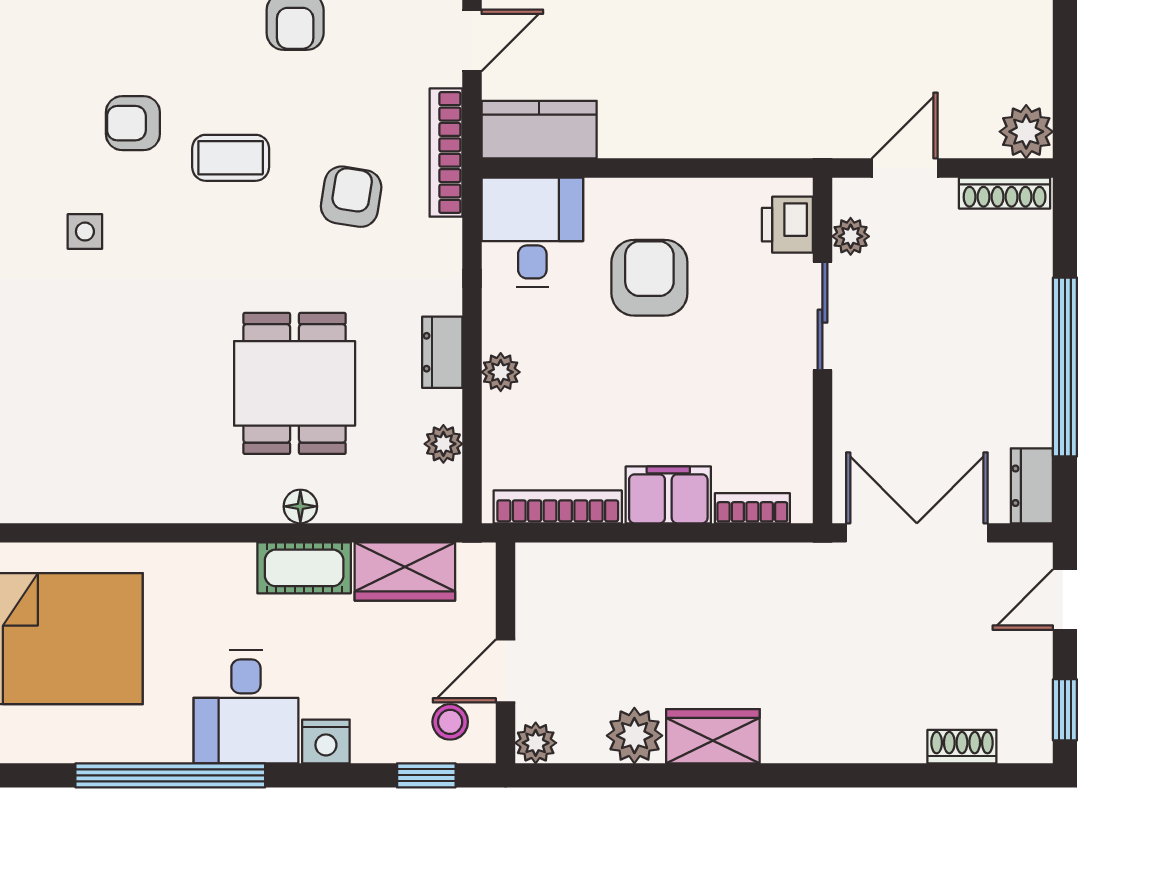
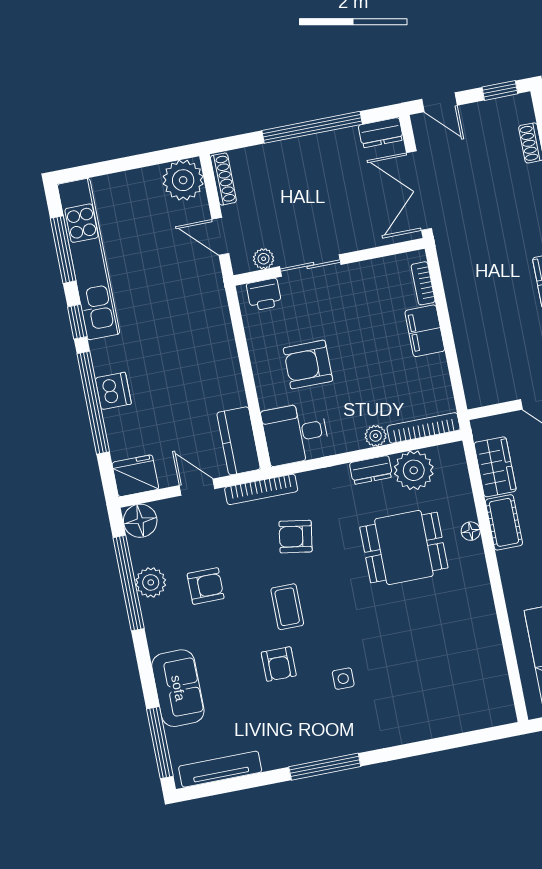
plant: (1026, 132) -> (183, 180), width x1.36, depth x1.36
plant: (443, 444) -> (414, 470), width x1.88, depth x1.88
bookcase: (558, 507) -> (424, 428), moved, turned 90

